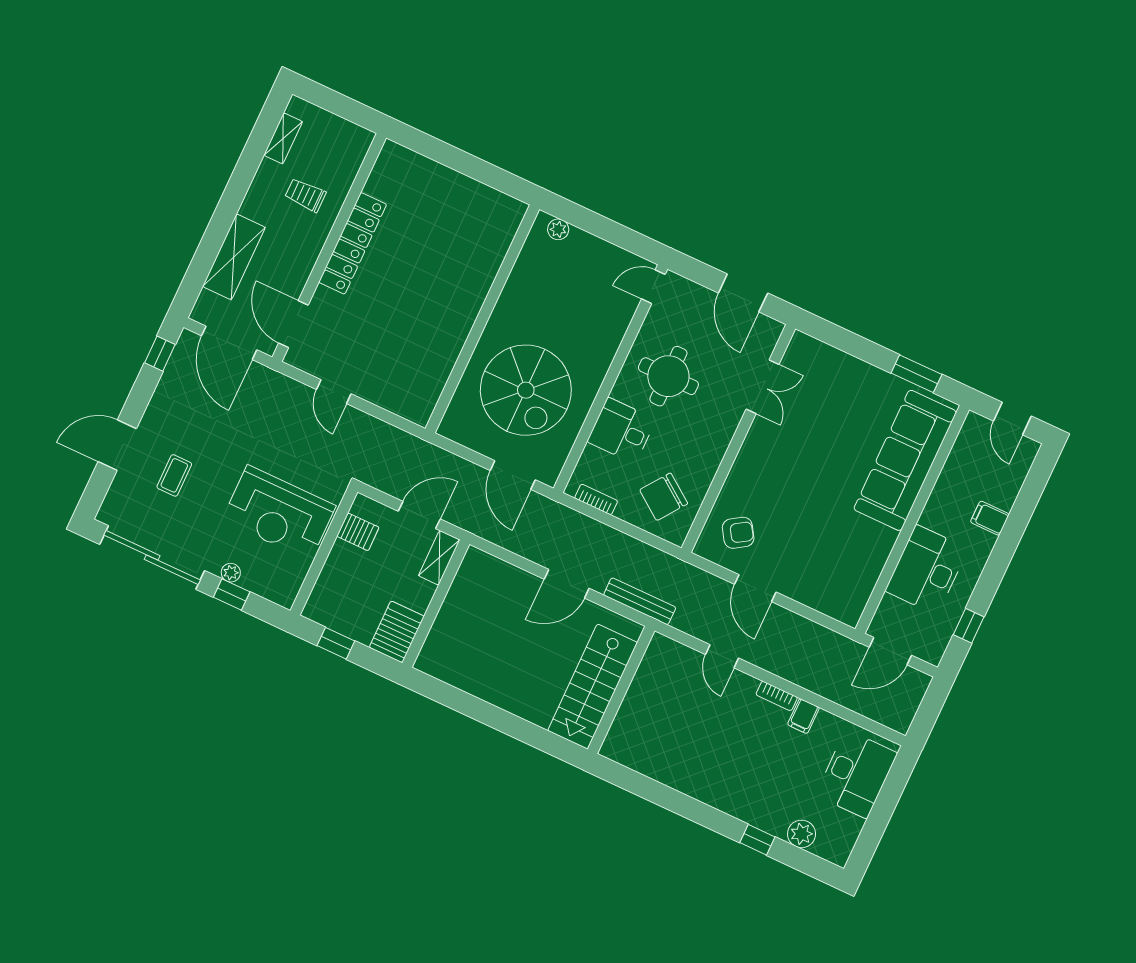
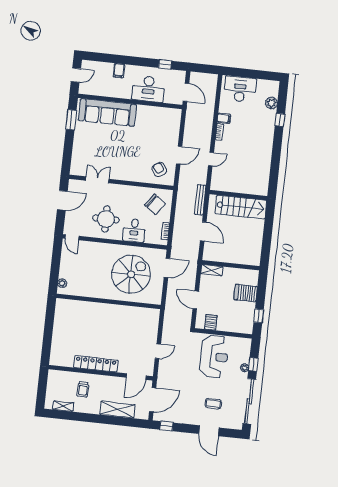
shelving: (439, 558) -> (212, 270), moved
wall: (436, 604) -> (231, 265), moved

